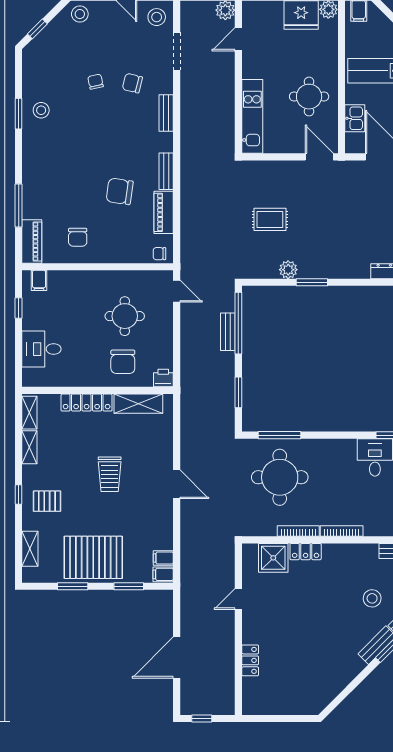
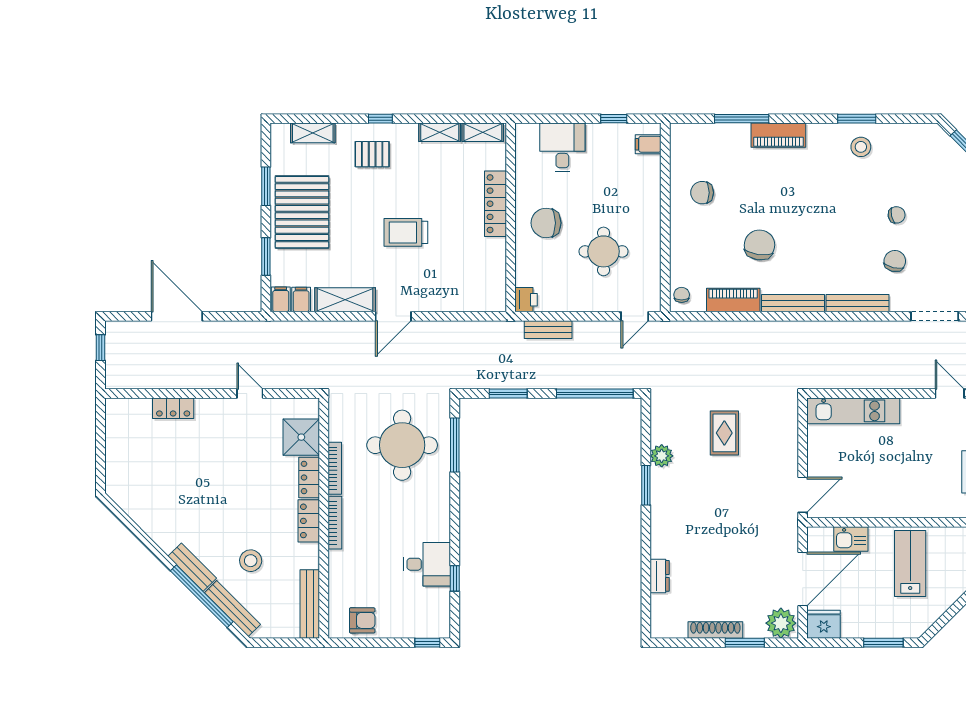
round table: (309, 97) -> (878, 482), removed
bench: (166, 113) -> (857, 303), width x1.36
bench: (166, 171) -> (793, 303), width x1.36
piano: (32, 241) -> (778, 135), moved
bench: (228, 332) -> (548, 330), moved
chair: (123, 362) -> (546, 223), moved
shelving: (138, 404) -> (345, 300), moved, turned 90
pallet: (47, 501) -> (372, 154), turned 90
locker: (340, 552) -> (309, 521), added

